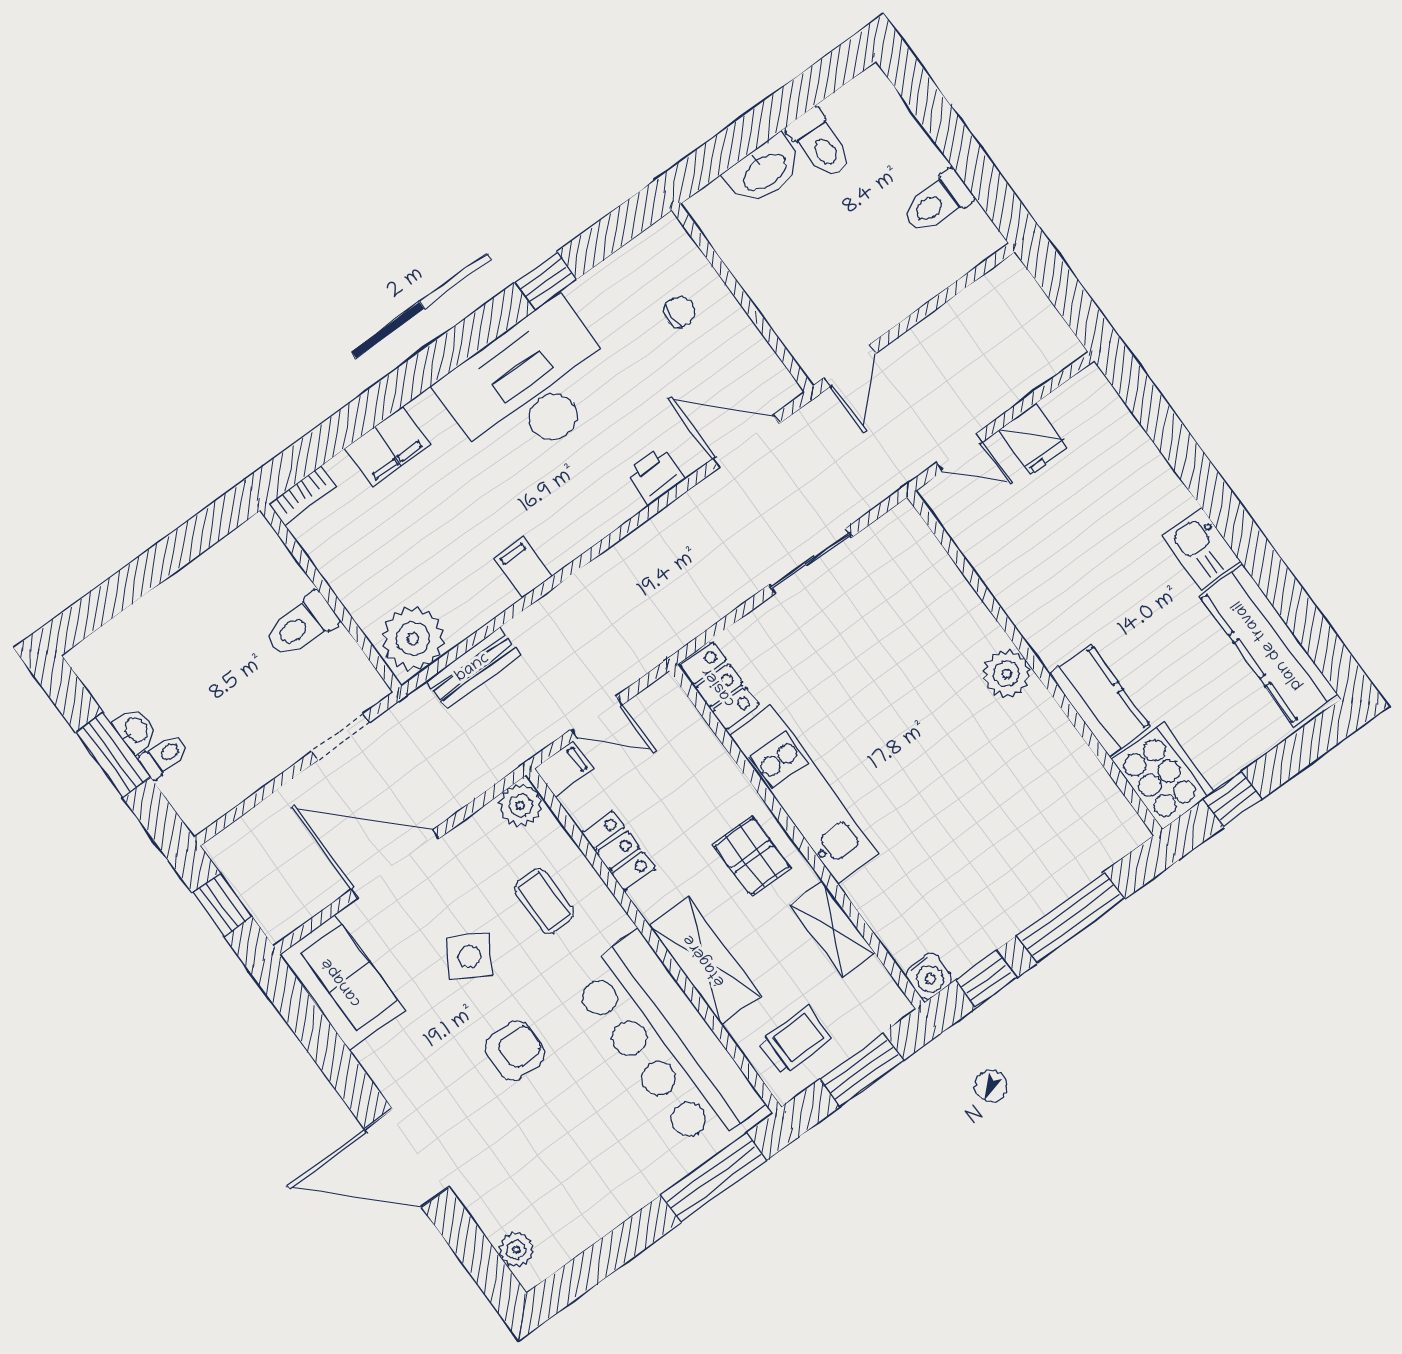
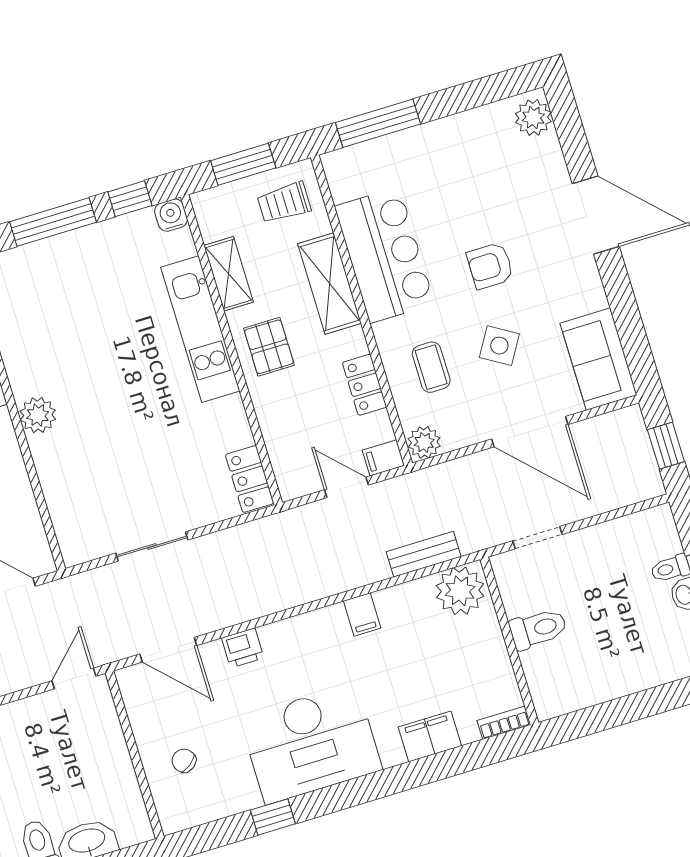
chair: (679, 312) -> (184, 761), turned 53
kitchen unit: (804, 794) -> (200, 329), moved
bar counter: (666, 1042) -> (385, 255), width x0.73
plant: (516, 1250) -> (533, 118), width x1.38, depth x1.38

